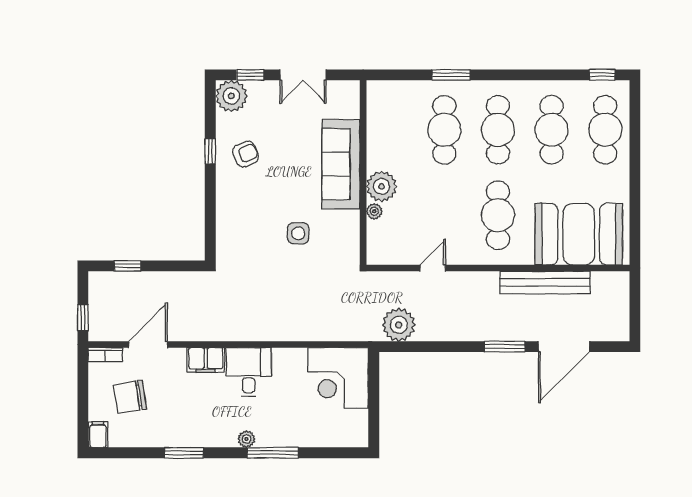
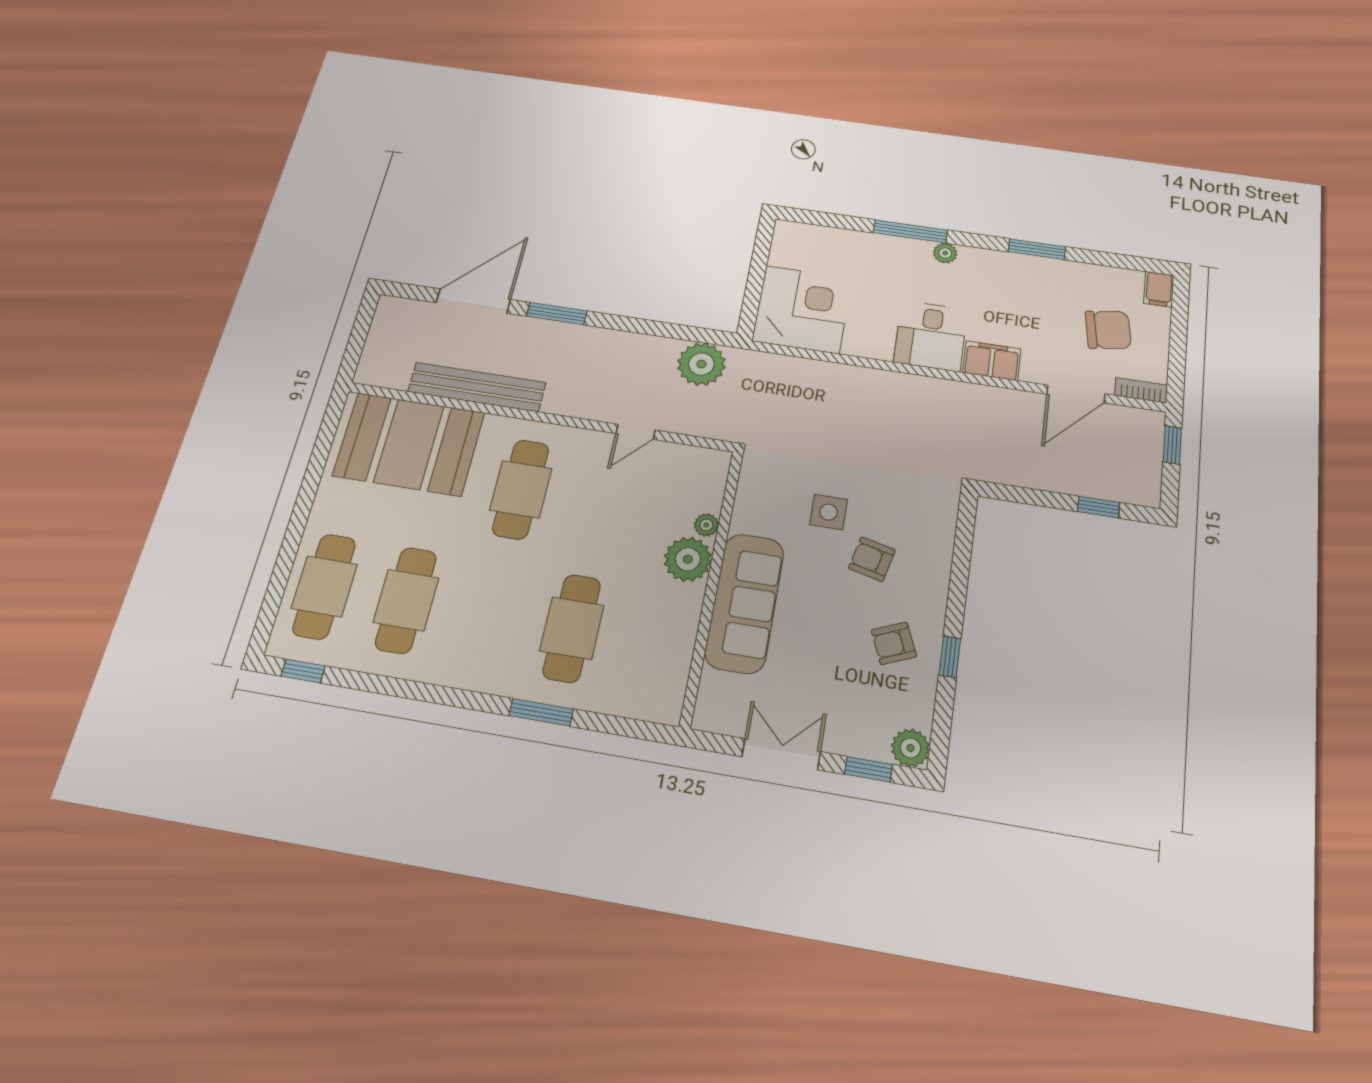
plant: (231, 96) -> (910, 748), width x0.73, depth x0.73
cafe table: (498, 130) -> (489, 614), removed
armchair: (266, 206) -> (872, 559), added

